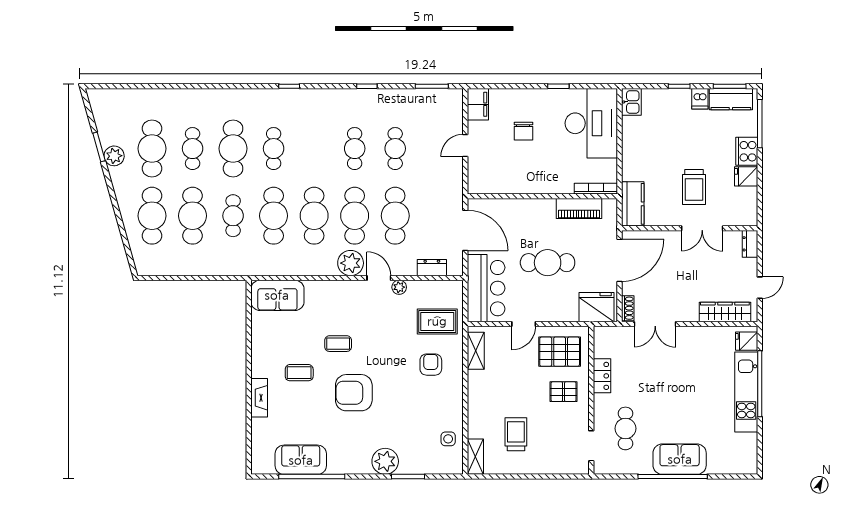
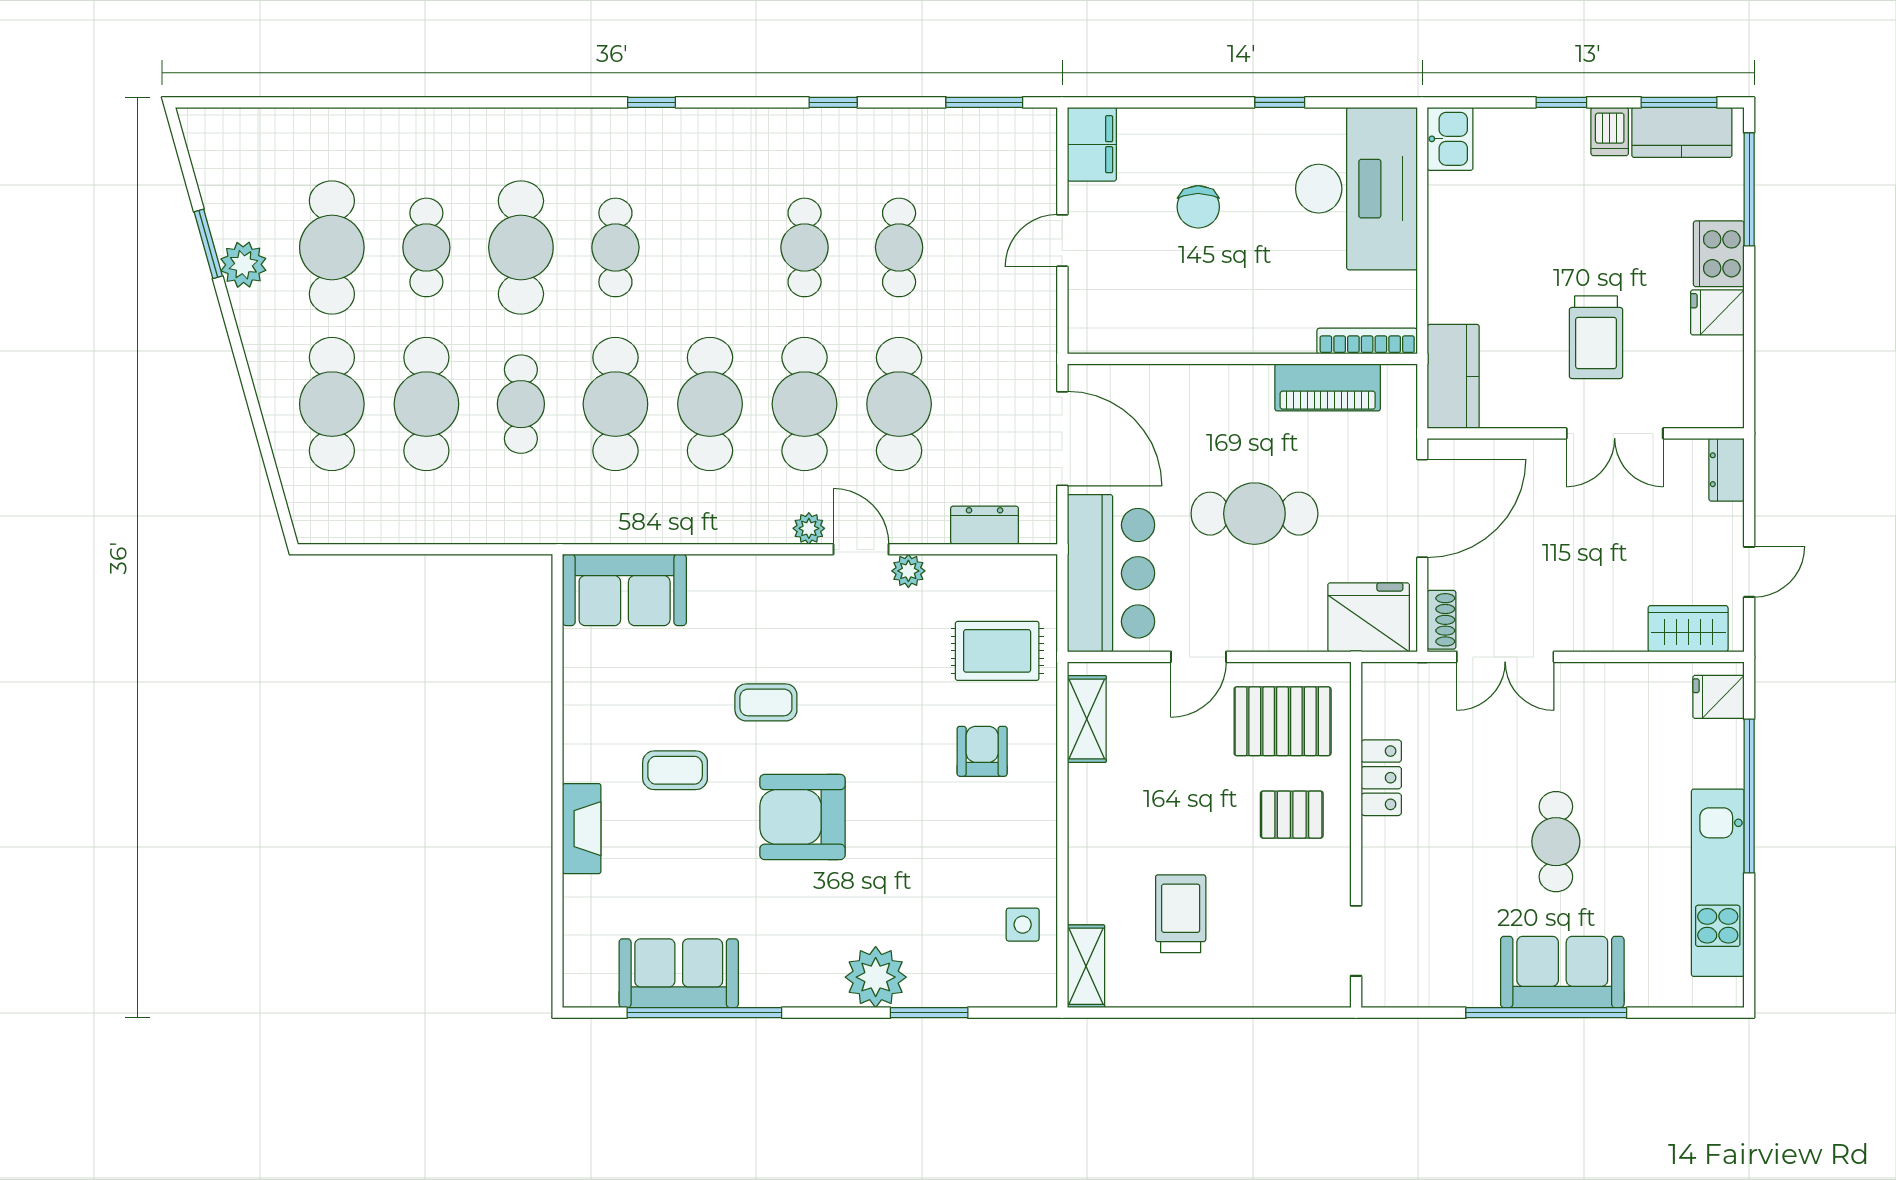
plant: (351, 263) -> (809, 528), width x0.53, depth x0.53
wardrobe: (725, 312) -> (1688, 629), width x0.67
kitchen unit: (746, 392) -> (1718, 883), moved
cafe table: (625, 428) -> (1556, 842), moved

